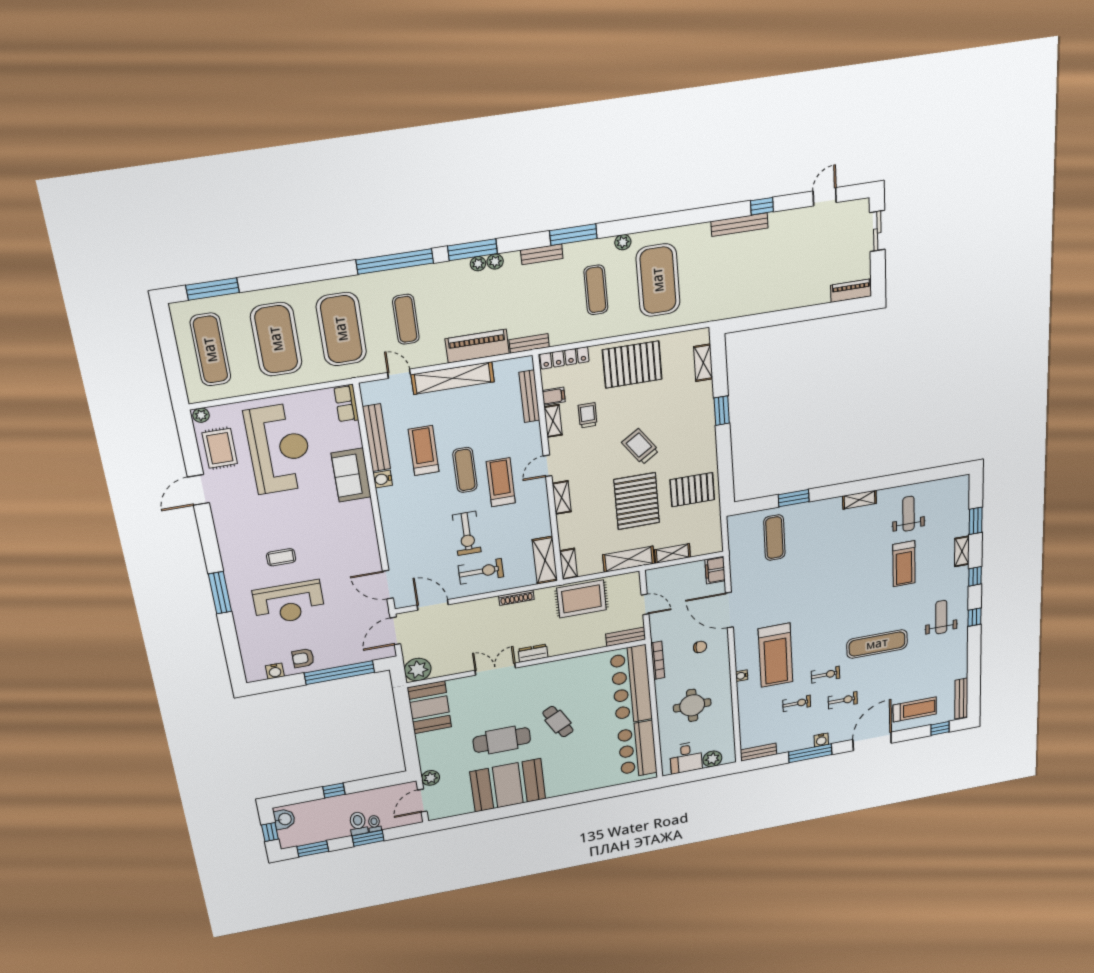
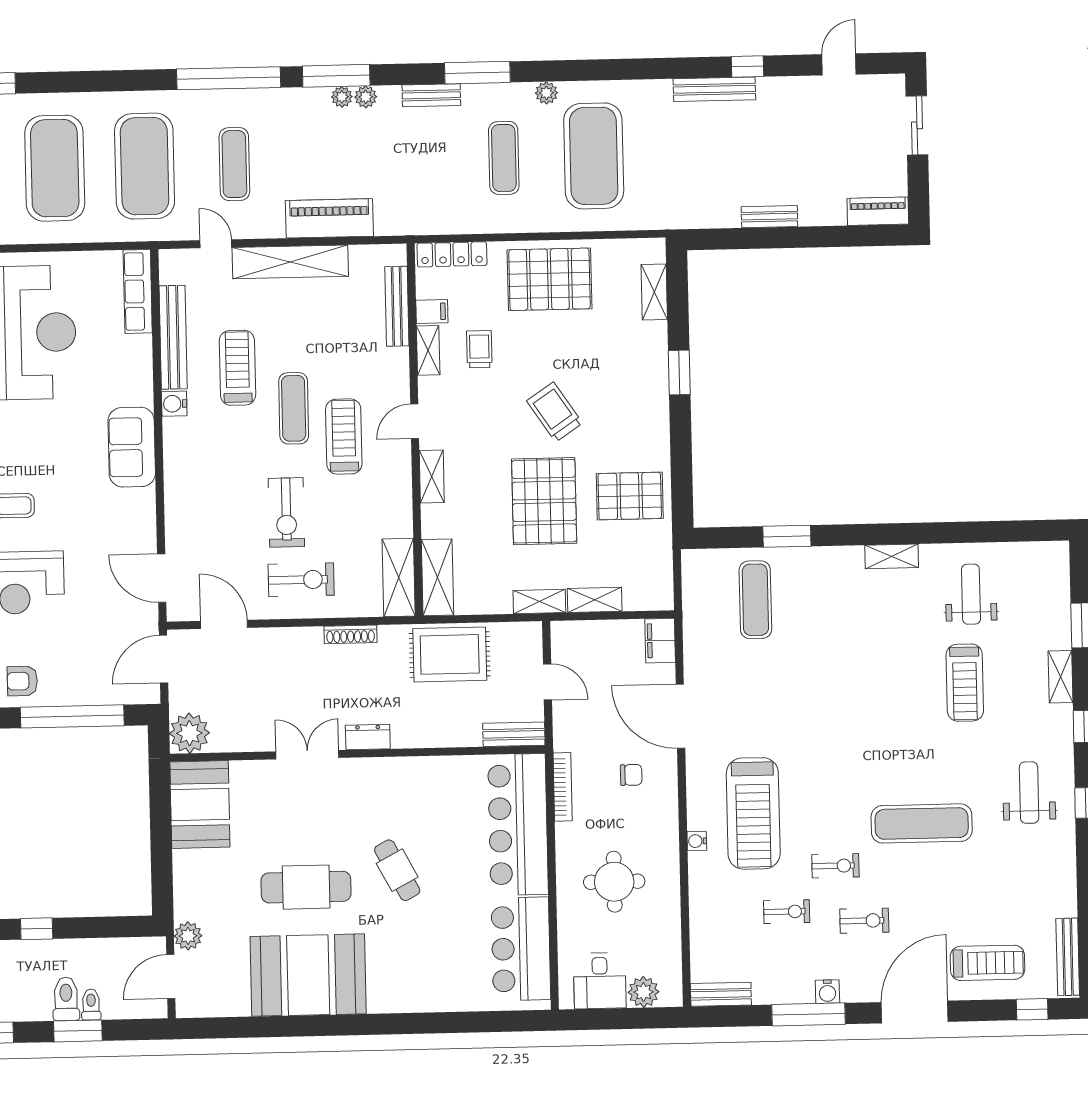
bench: (529, 343) -> (769, 217), moved
row of seats: (346, 403) -> (138, 291), width x1.48
sofa: (351, 475) -> (132, 447), moved
shelving: (629, 559) -> (539, 602), width x0.67, depth x0.75
shelving: (568, 564) -> (437, 577), width x1.50, depth x1.33

